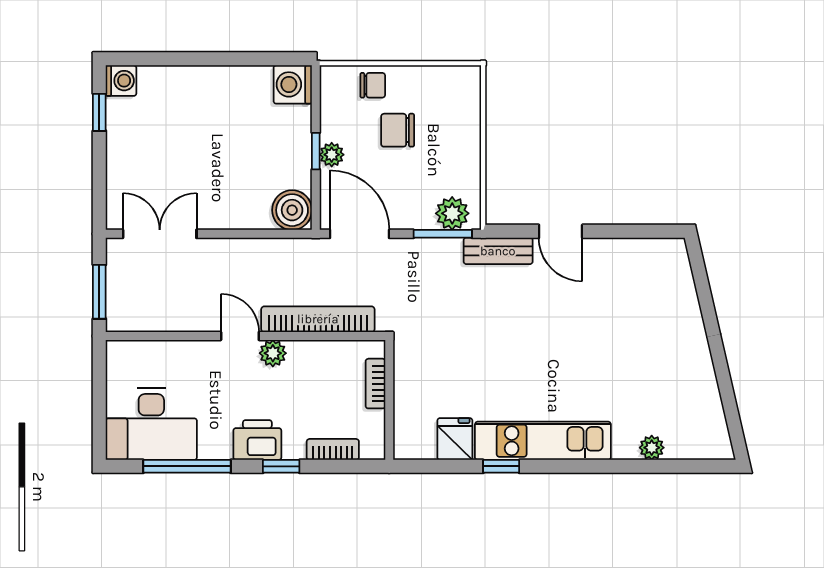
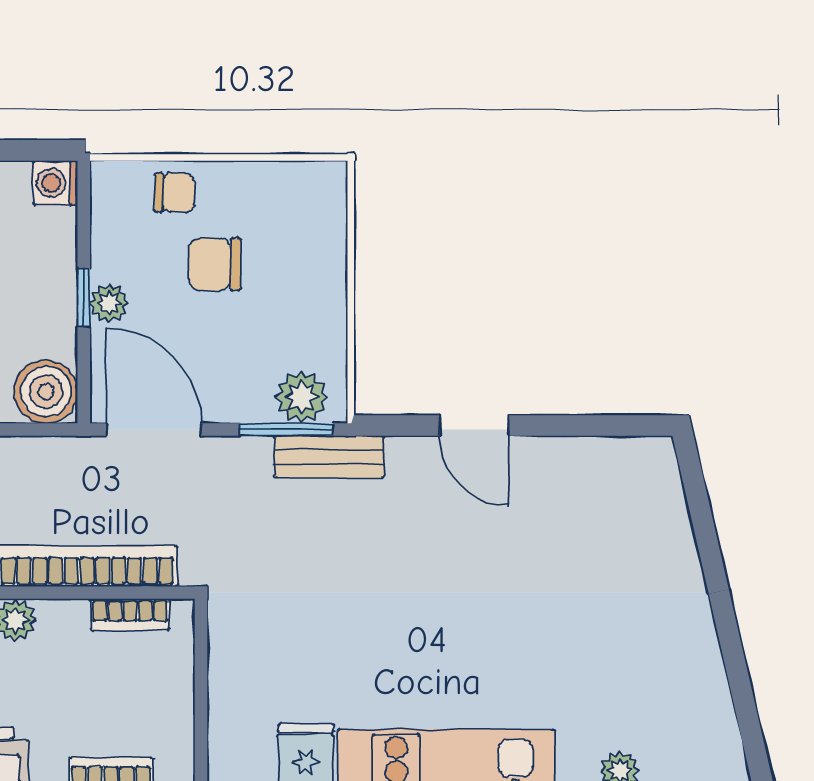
washing machine: (293, 84) -> (55, 183), width x0.73, depth x0.73
bench: (498, 251) -> (329, 457), moved
bookcase: (375, 384) -> (130, 615), moved, turned -90

